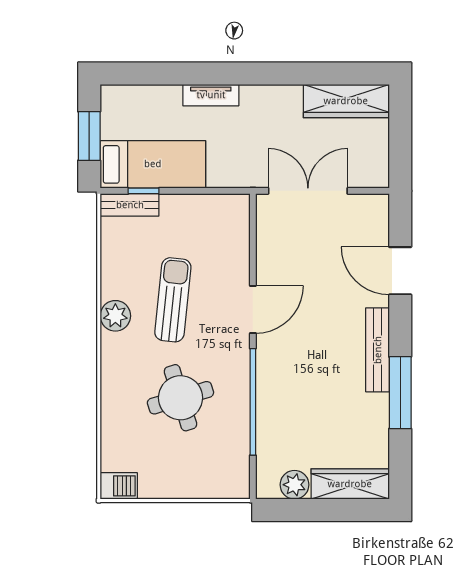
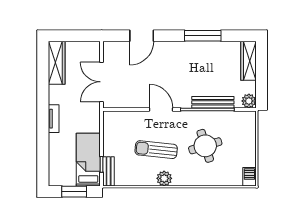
tv unit: (211, 95) -> (54, 119), moved
bench: (378, 350) -> (213, 102), moved
plant: (294, 485) -> (249, 101), moved

